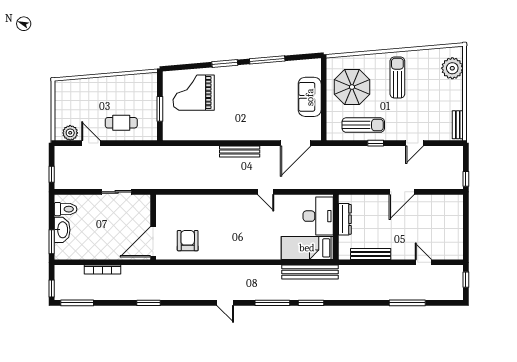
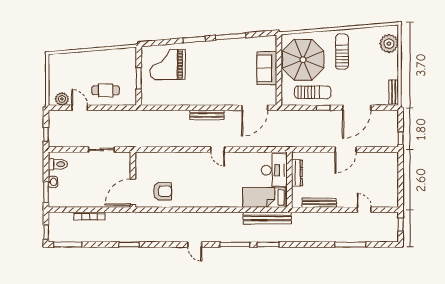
parasol: (352, 87) -> (303, 60), width x1.36, depth x1.36
door: (415, 143) -> (357, 108), width x1.88
door: (266, 192) -> (218, 149), moved
washbasin: (62, 230) -> (53, 182), width x0.52, depth x0.69
armchair: (188, 241) -> (162, 191), turned 90

